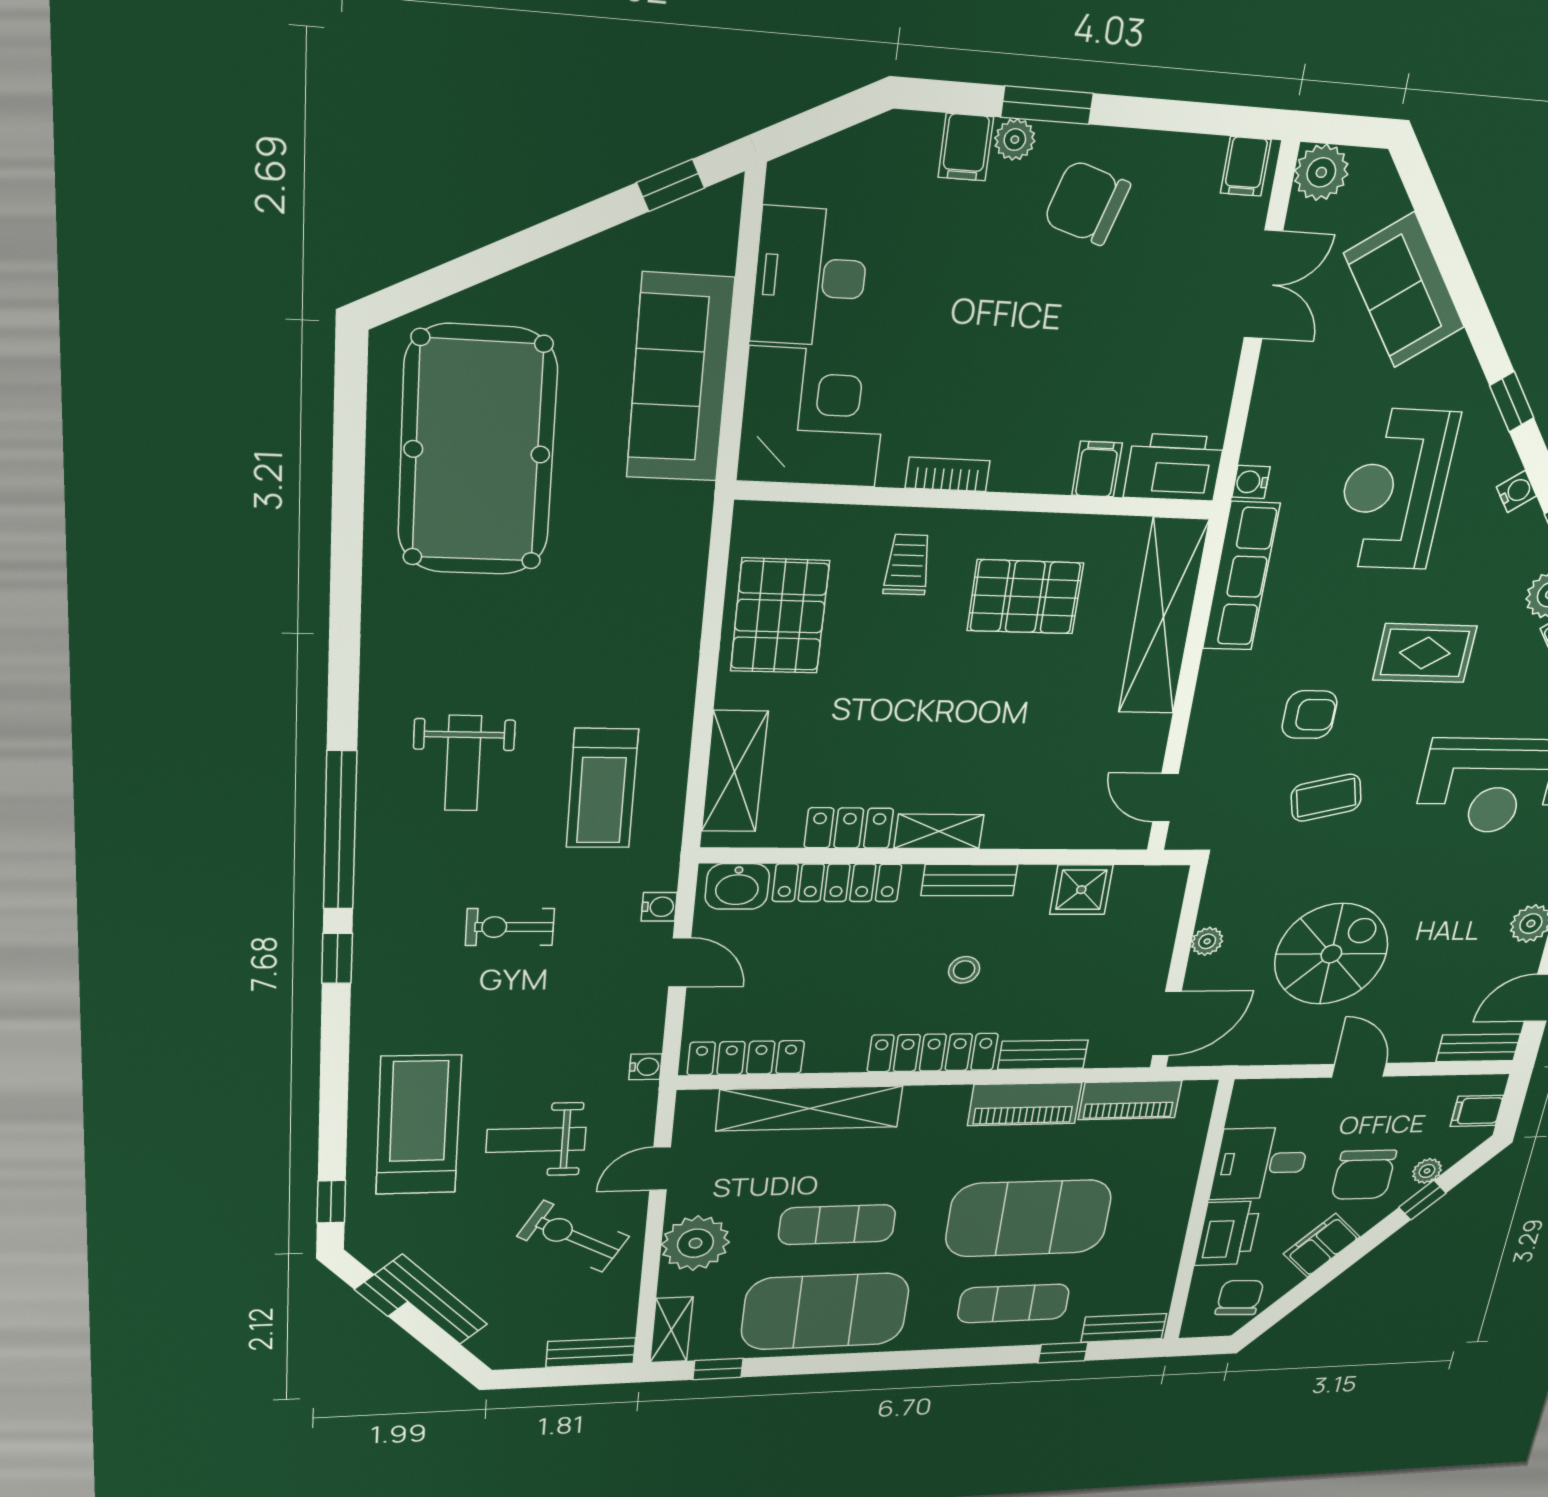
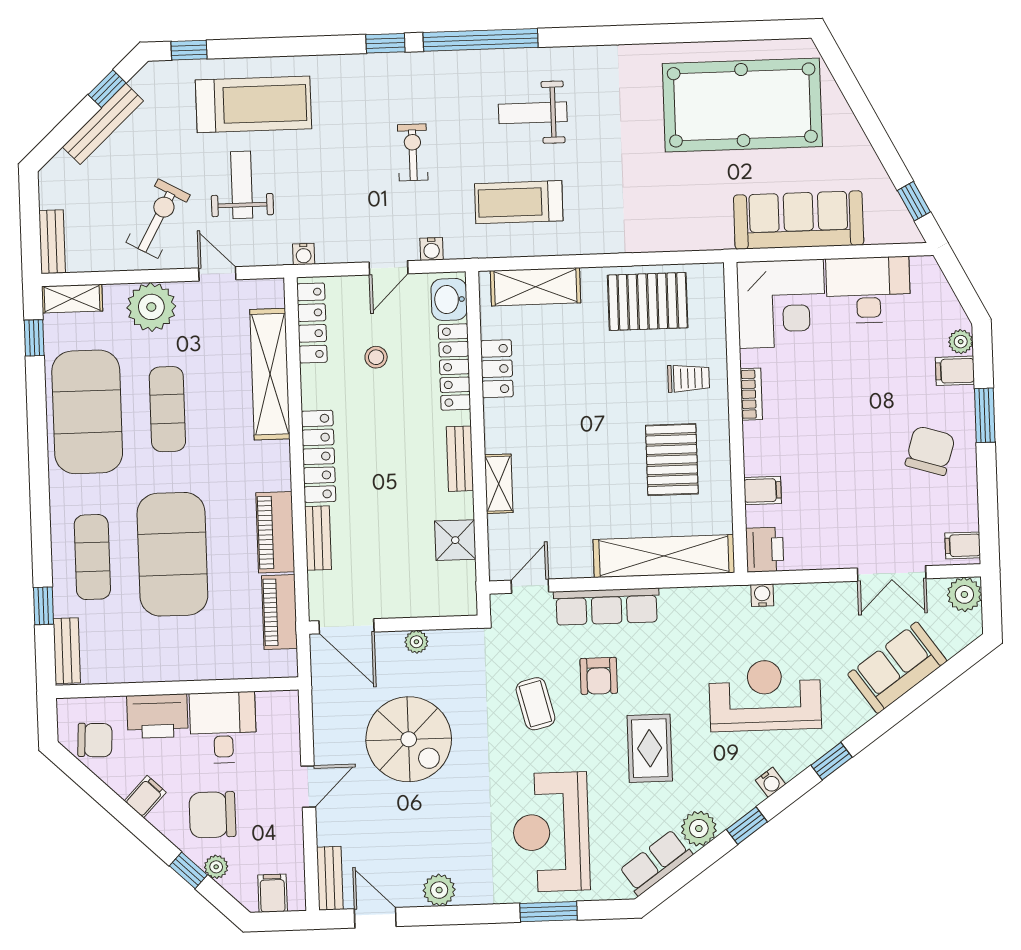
plant: (1015, 140) -> (961, 342), moved
printer: (1174, 467) -> (765, 550), width x0.73, depth x0.84
row of seats: (1241, 577) -> (606, 607), moved
shelving: (939, 831) -> (499, 484), moved
stool: (964, 970) -> (376, 357), moved
filing cabinet: (1322, 1245) -> (145, 797), width x0.50

